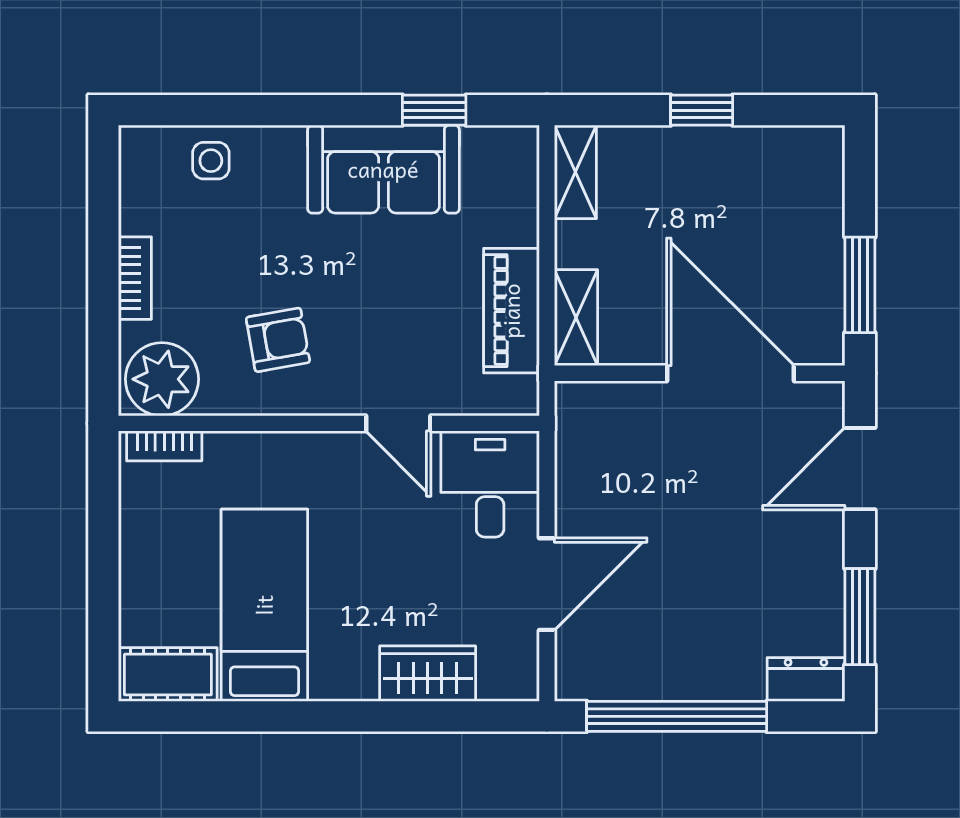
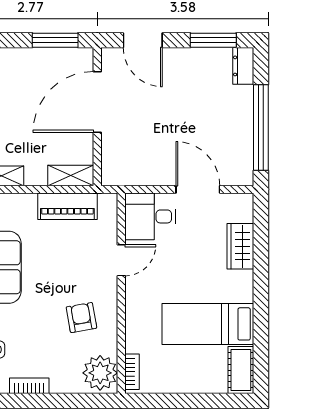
bookcase: (135, 278) -> (29, 386), moved

